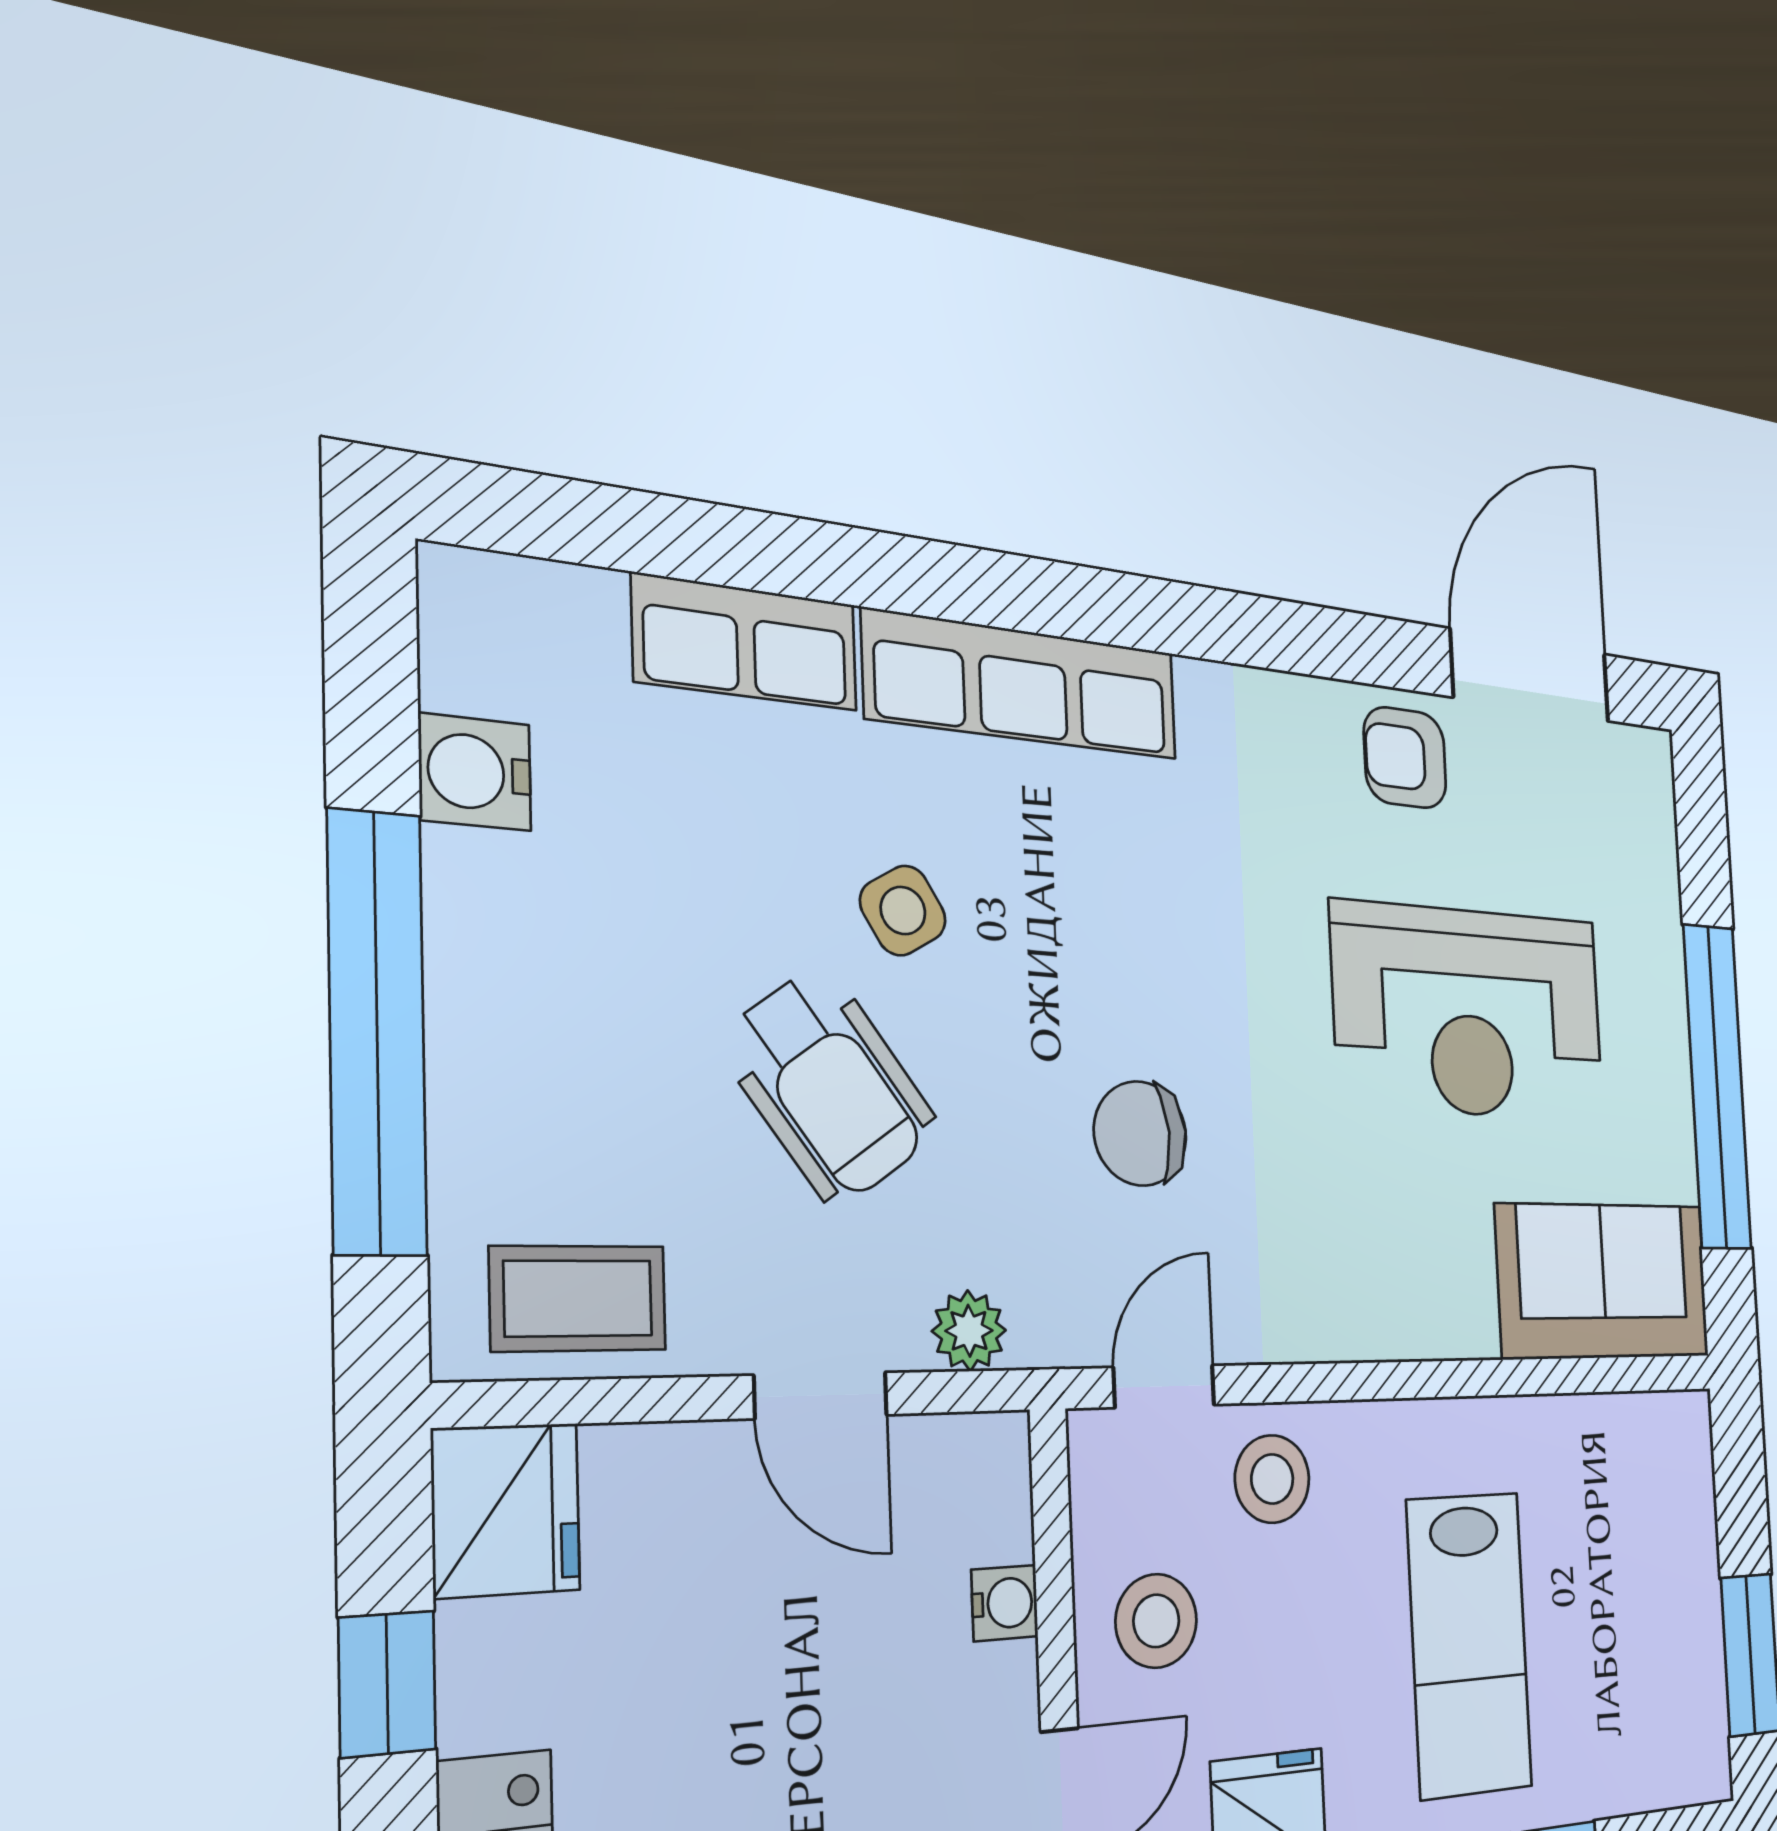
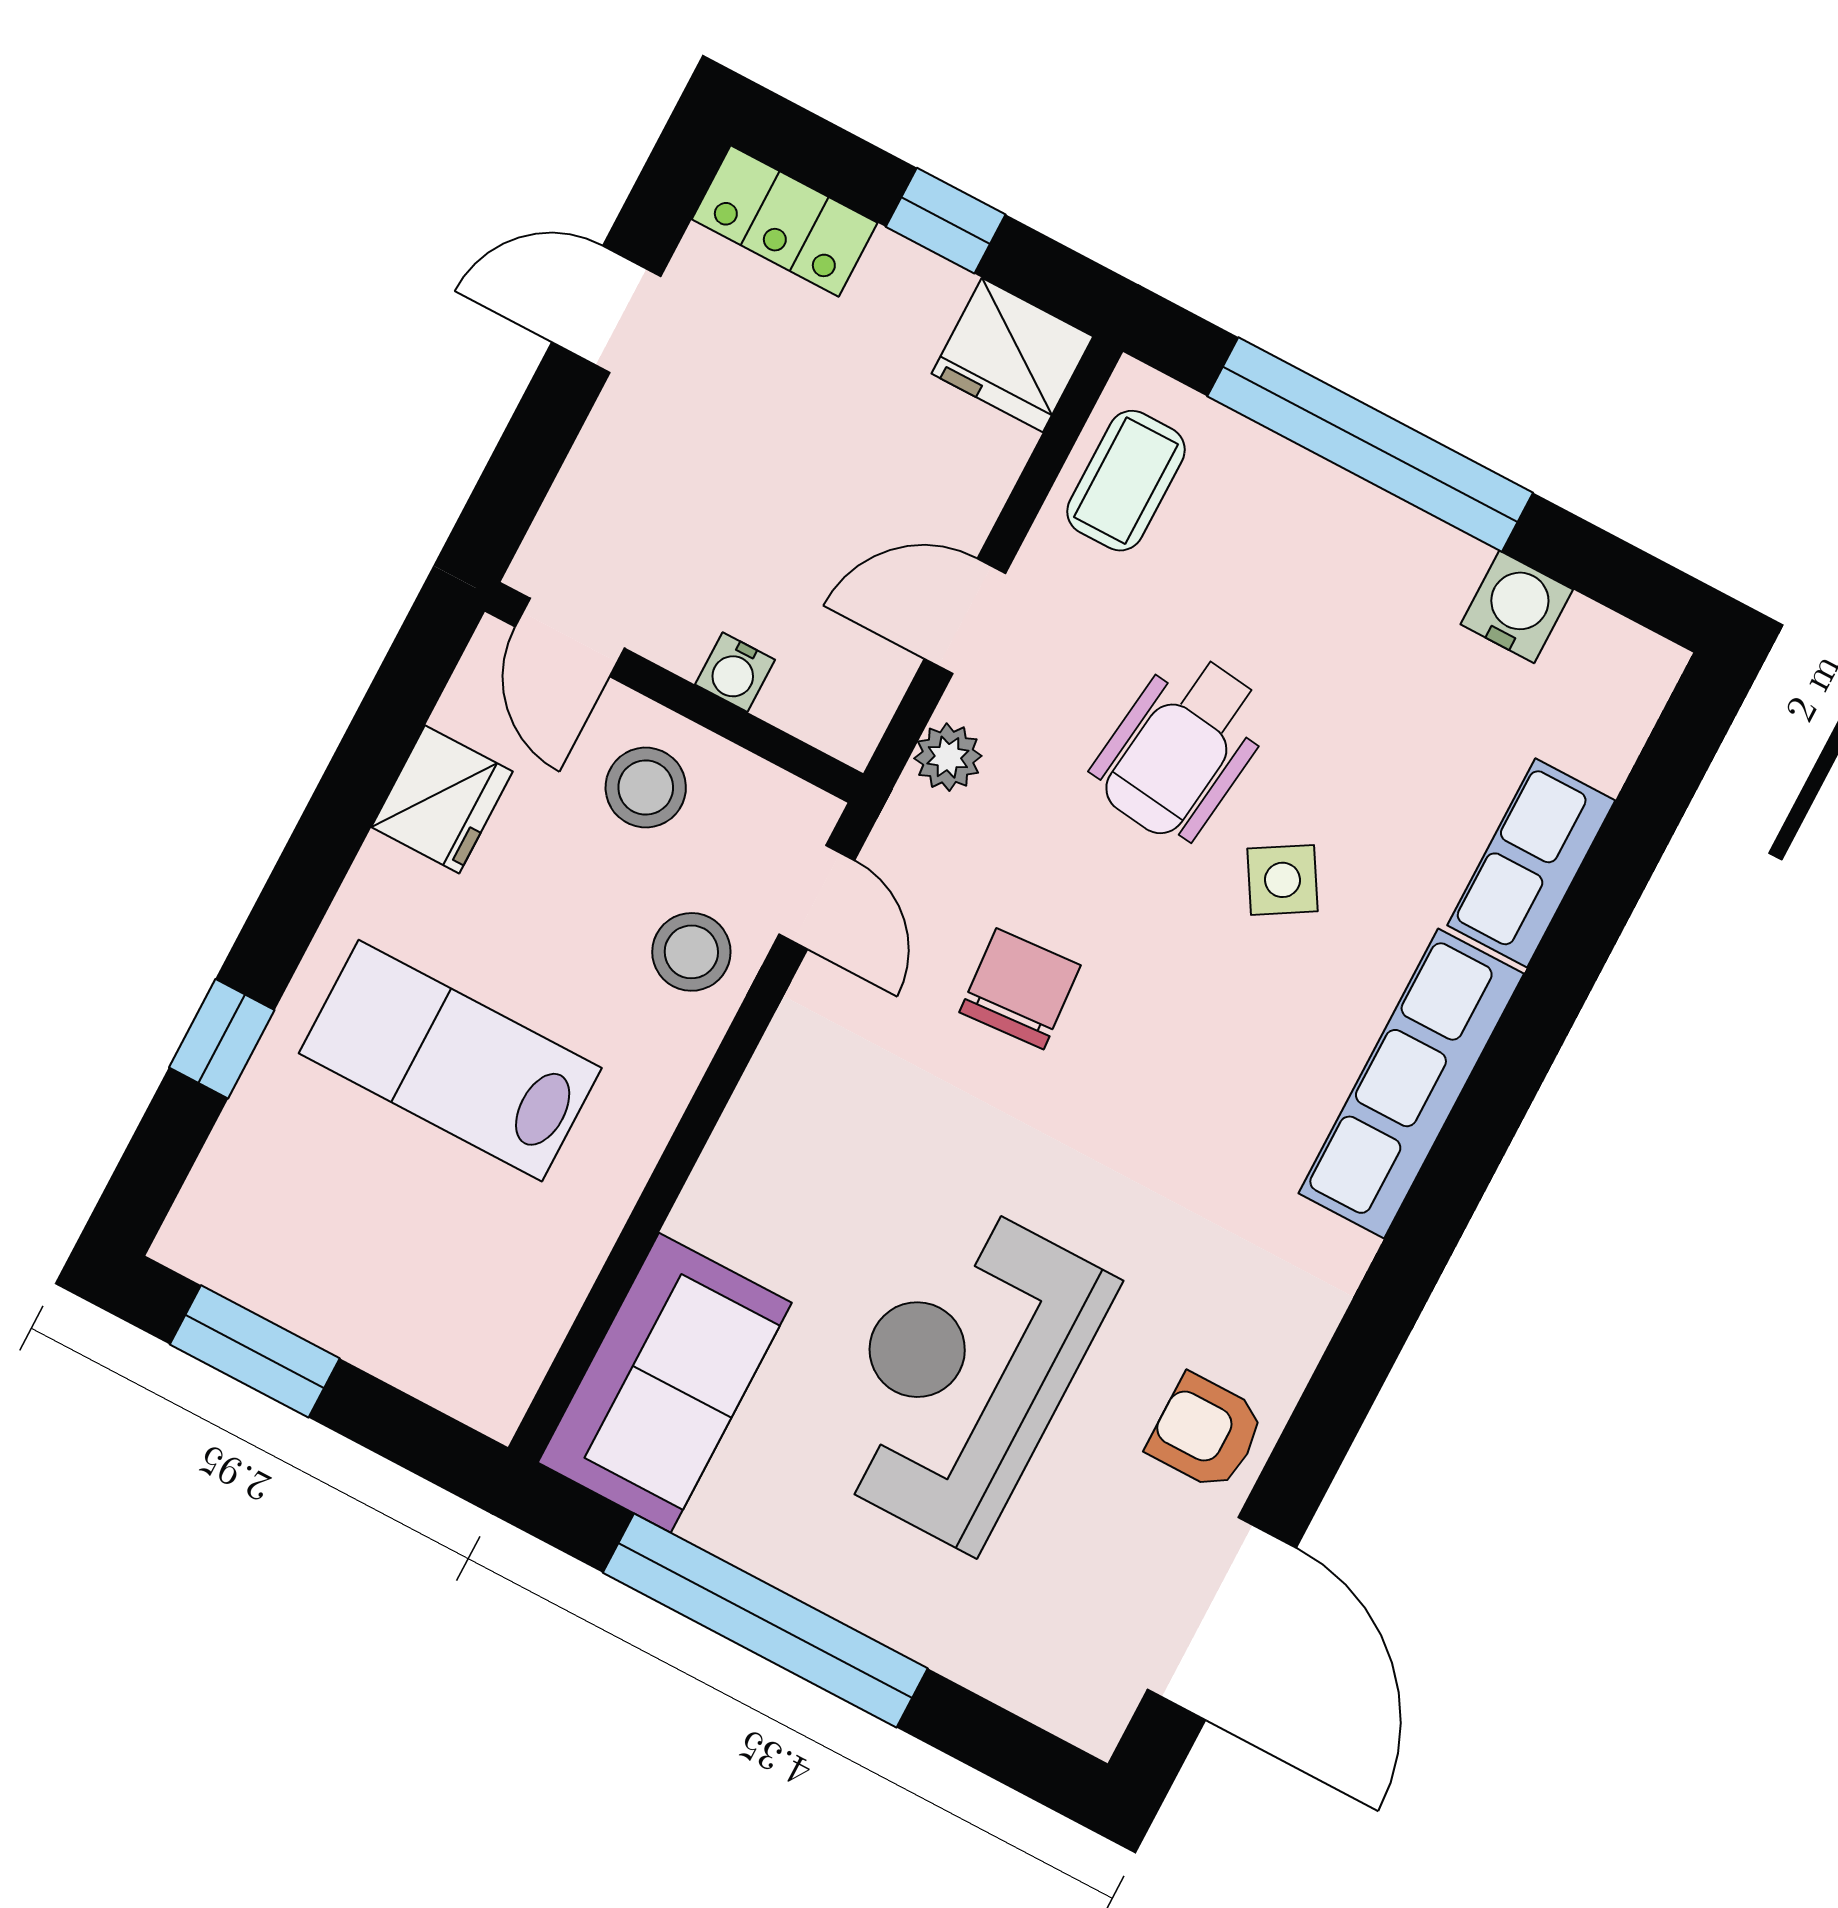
armchair: (1405, 758) -> (1206, 1432), turned -90
wheelchair: (830, 1086) -> (1181, 747), turned -47

